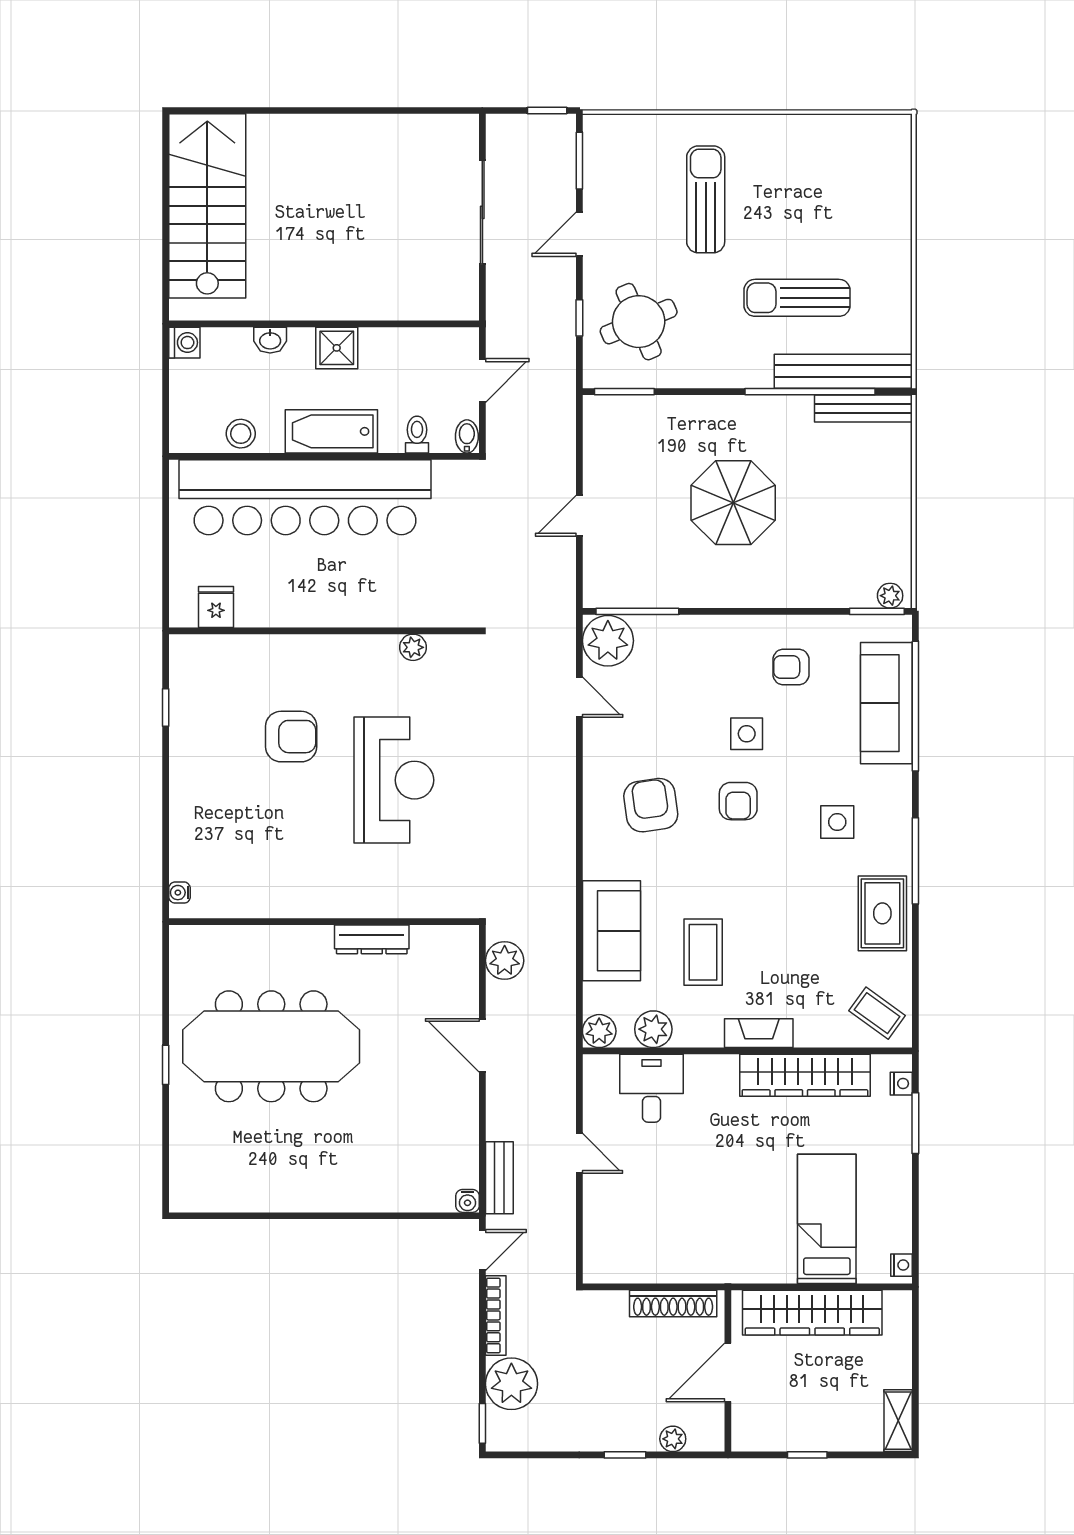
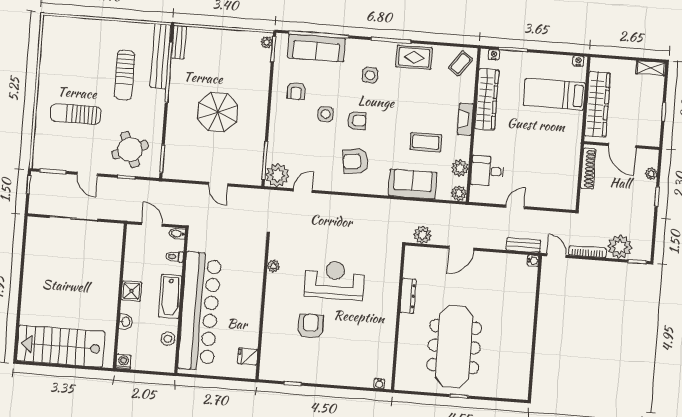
bench: (863, 409) -> (179, 42), width x0.73

